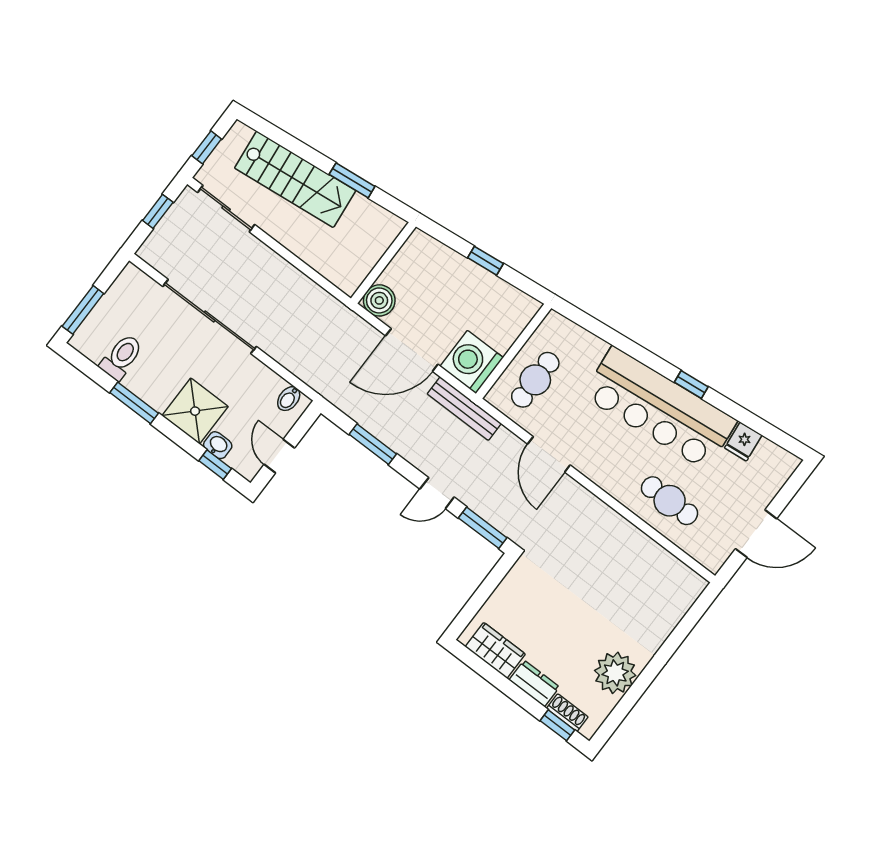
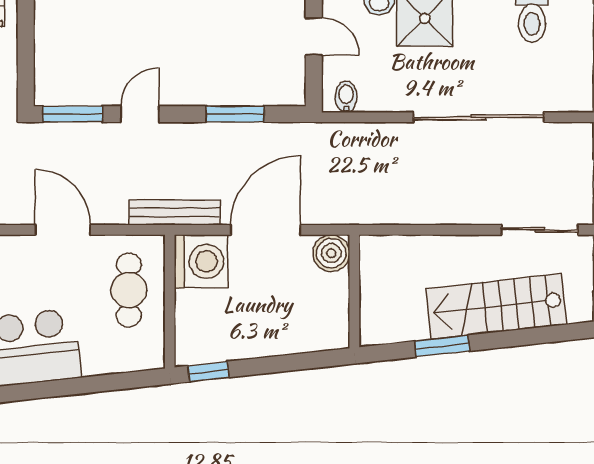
window: (486, 261) -> (208, 372), moved

